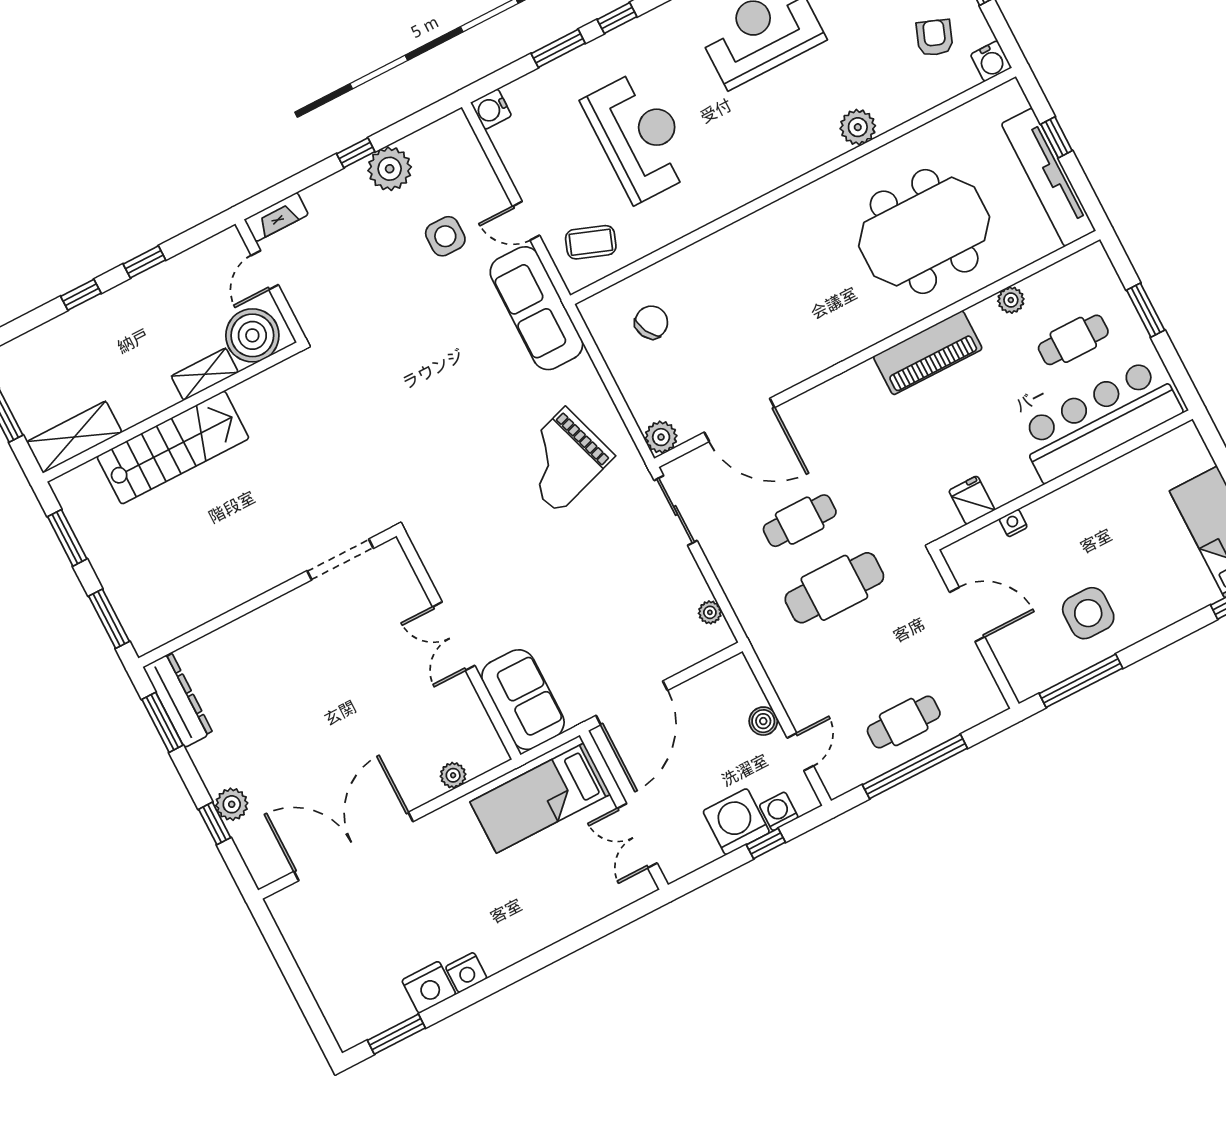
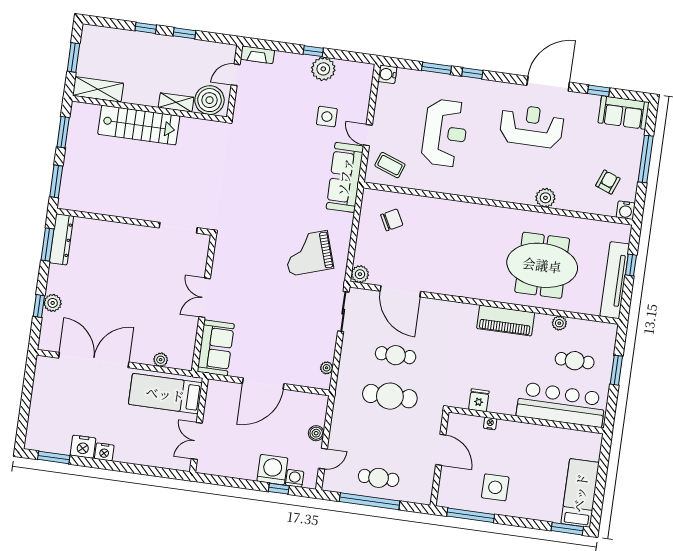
bed: (540, 798) -> (165, 394), moved
wall: (624, 810) -> (199, 425), moved
double door: (637, 836) -> (197, 441), moved

